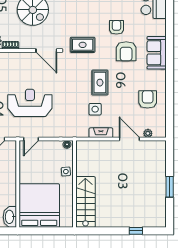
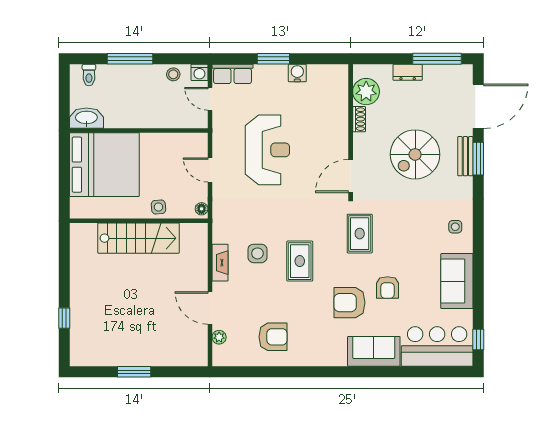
armchair: (116, 27) -> (388, 287), turned 90
sofa: (157, 53) -> (374, 351), moved
rug: (100, 83) -> (300, 261), turned 90
door: (31, 139) -> (210, 170), moved
door: (129, 139) -> (210, 308), swing flipped
stairs: (85, 202) -> (139, 238), moved

